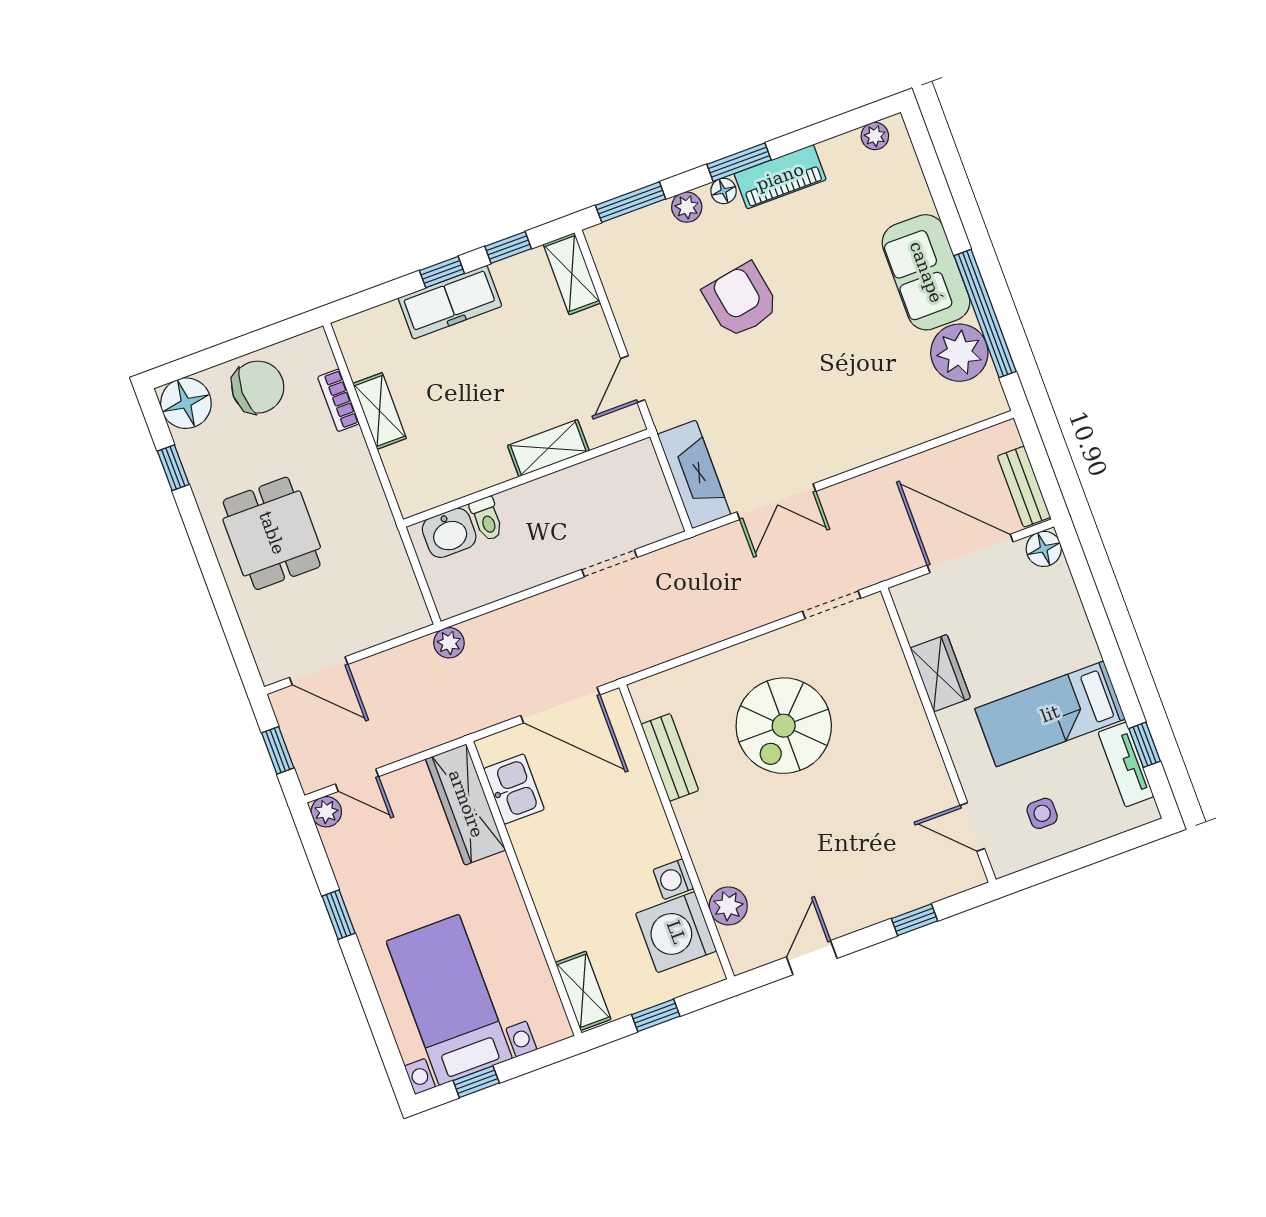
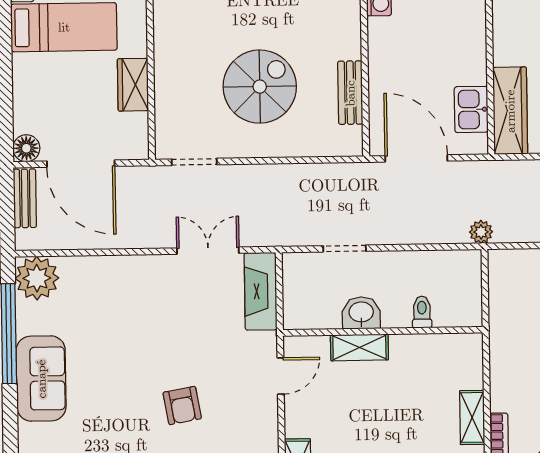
armchair: (741, 300) -> (182, 405), width x0.72, depth x0.72
plant: (959, 353) -> (37, 278), moved
washbasin: (449, 533) -> (361, 313), moved

